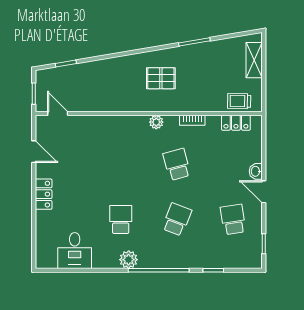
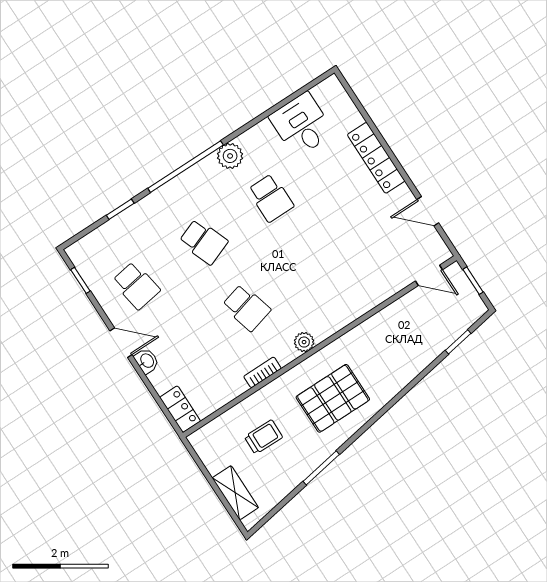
pallet: (161, 78) -> (333, 398), width x1.50, depth x1.42
trolley: (239, 101) -> (263, 437), moved
locker: (236, 123) -> (180, 409), moved, turned 90
locker: (44, 194) -> (376, 158), width x1.53
school desk: (177, 219) -> (203, 242), turned -42

